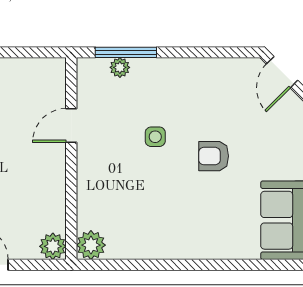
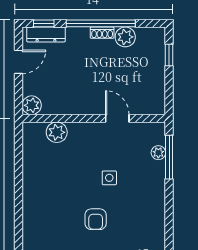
armchair: (214, 156) -> (96, 219), turned 180
plant: (91, 245) -> (57, 132), moved

